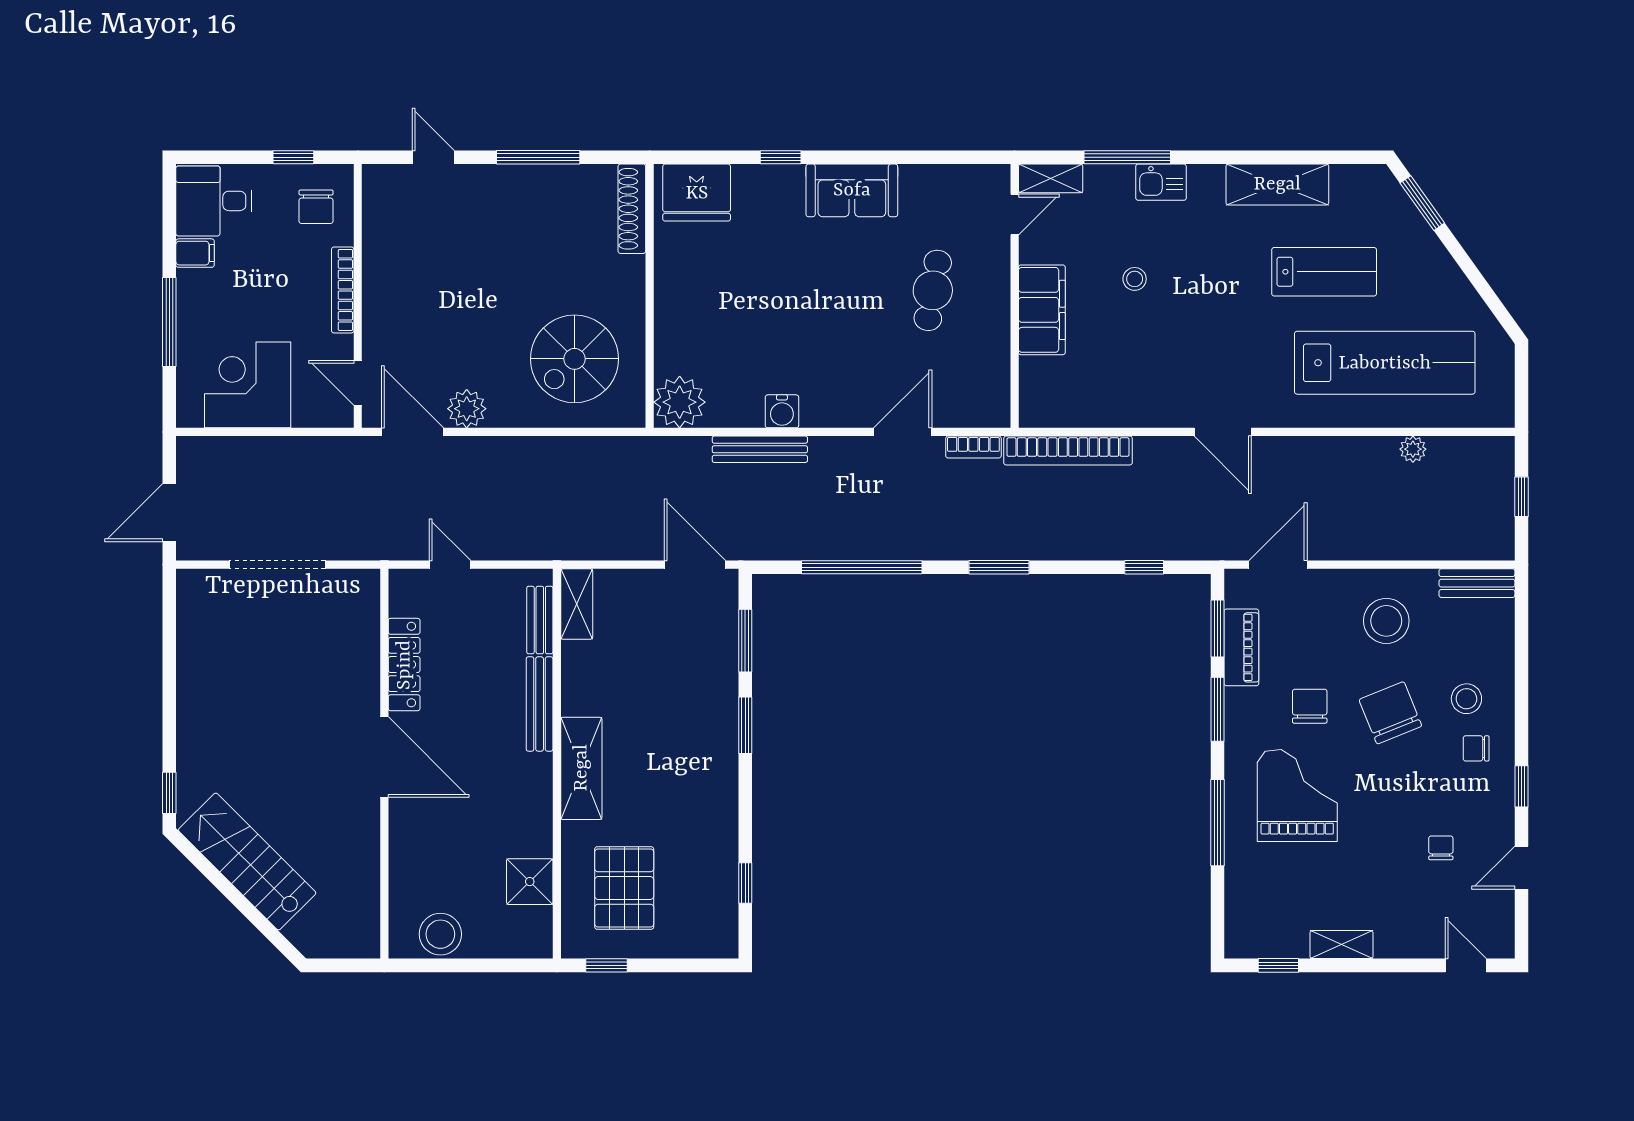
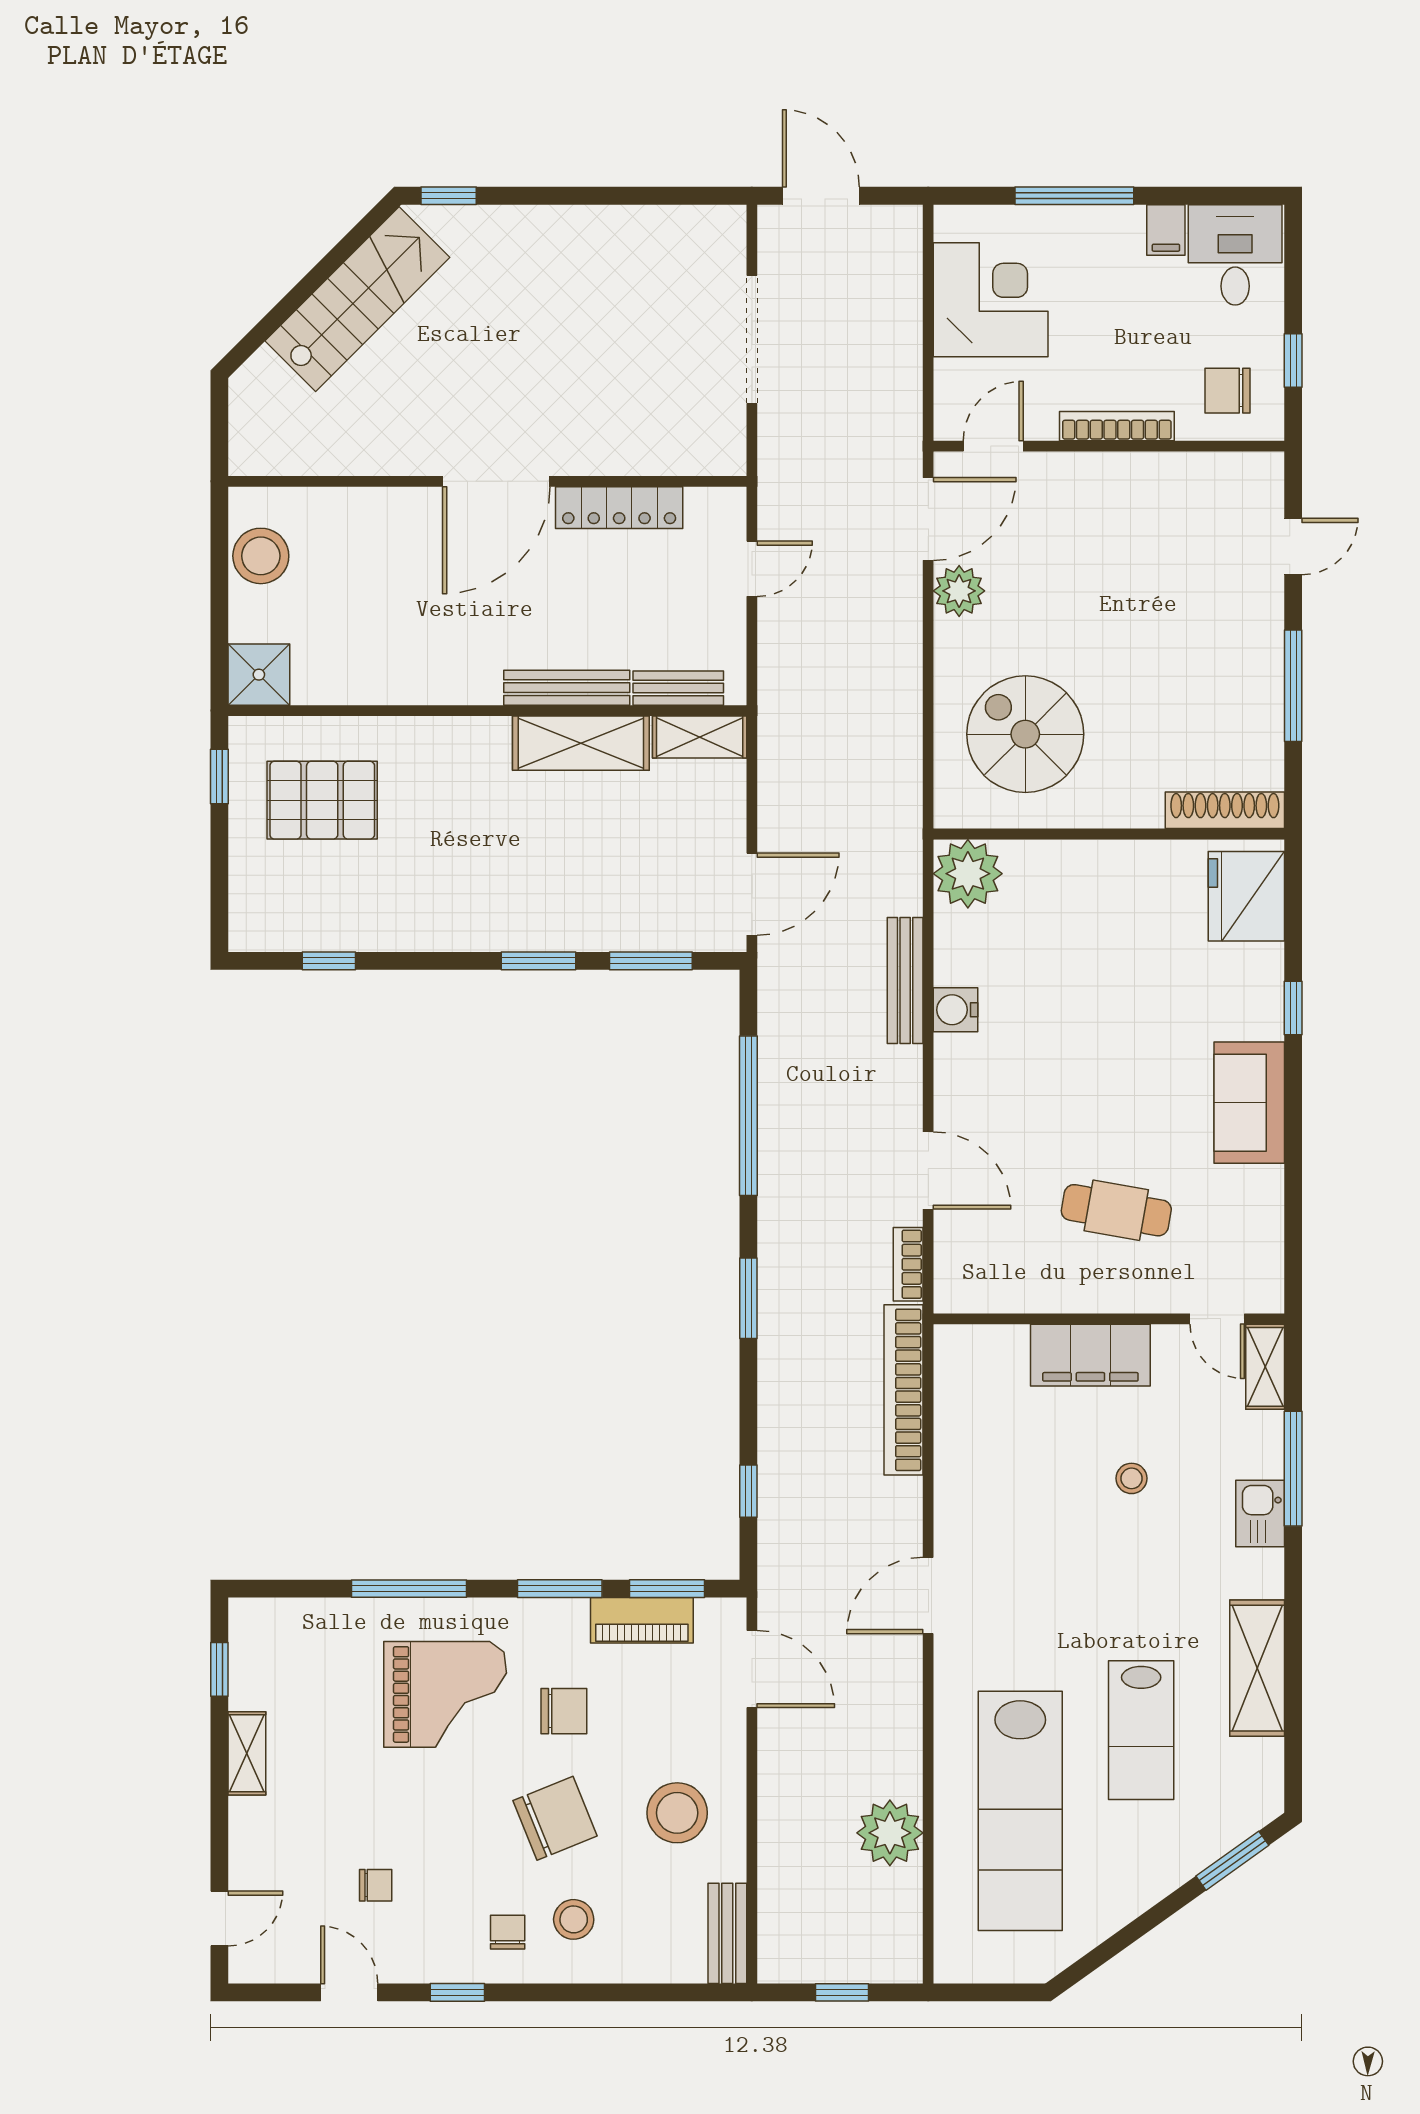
plant: (1413, 449) -> (890, 1833), width x1.88, depth x1.88
shelving: (581, 768) -> (581, 743), moved
shower: (530, 882) -> (259, 675), moved

